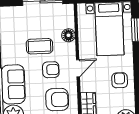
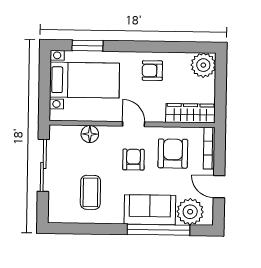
coffee table: (40, 46) -> (90, 192), moved

